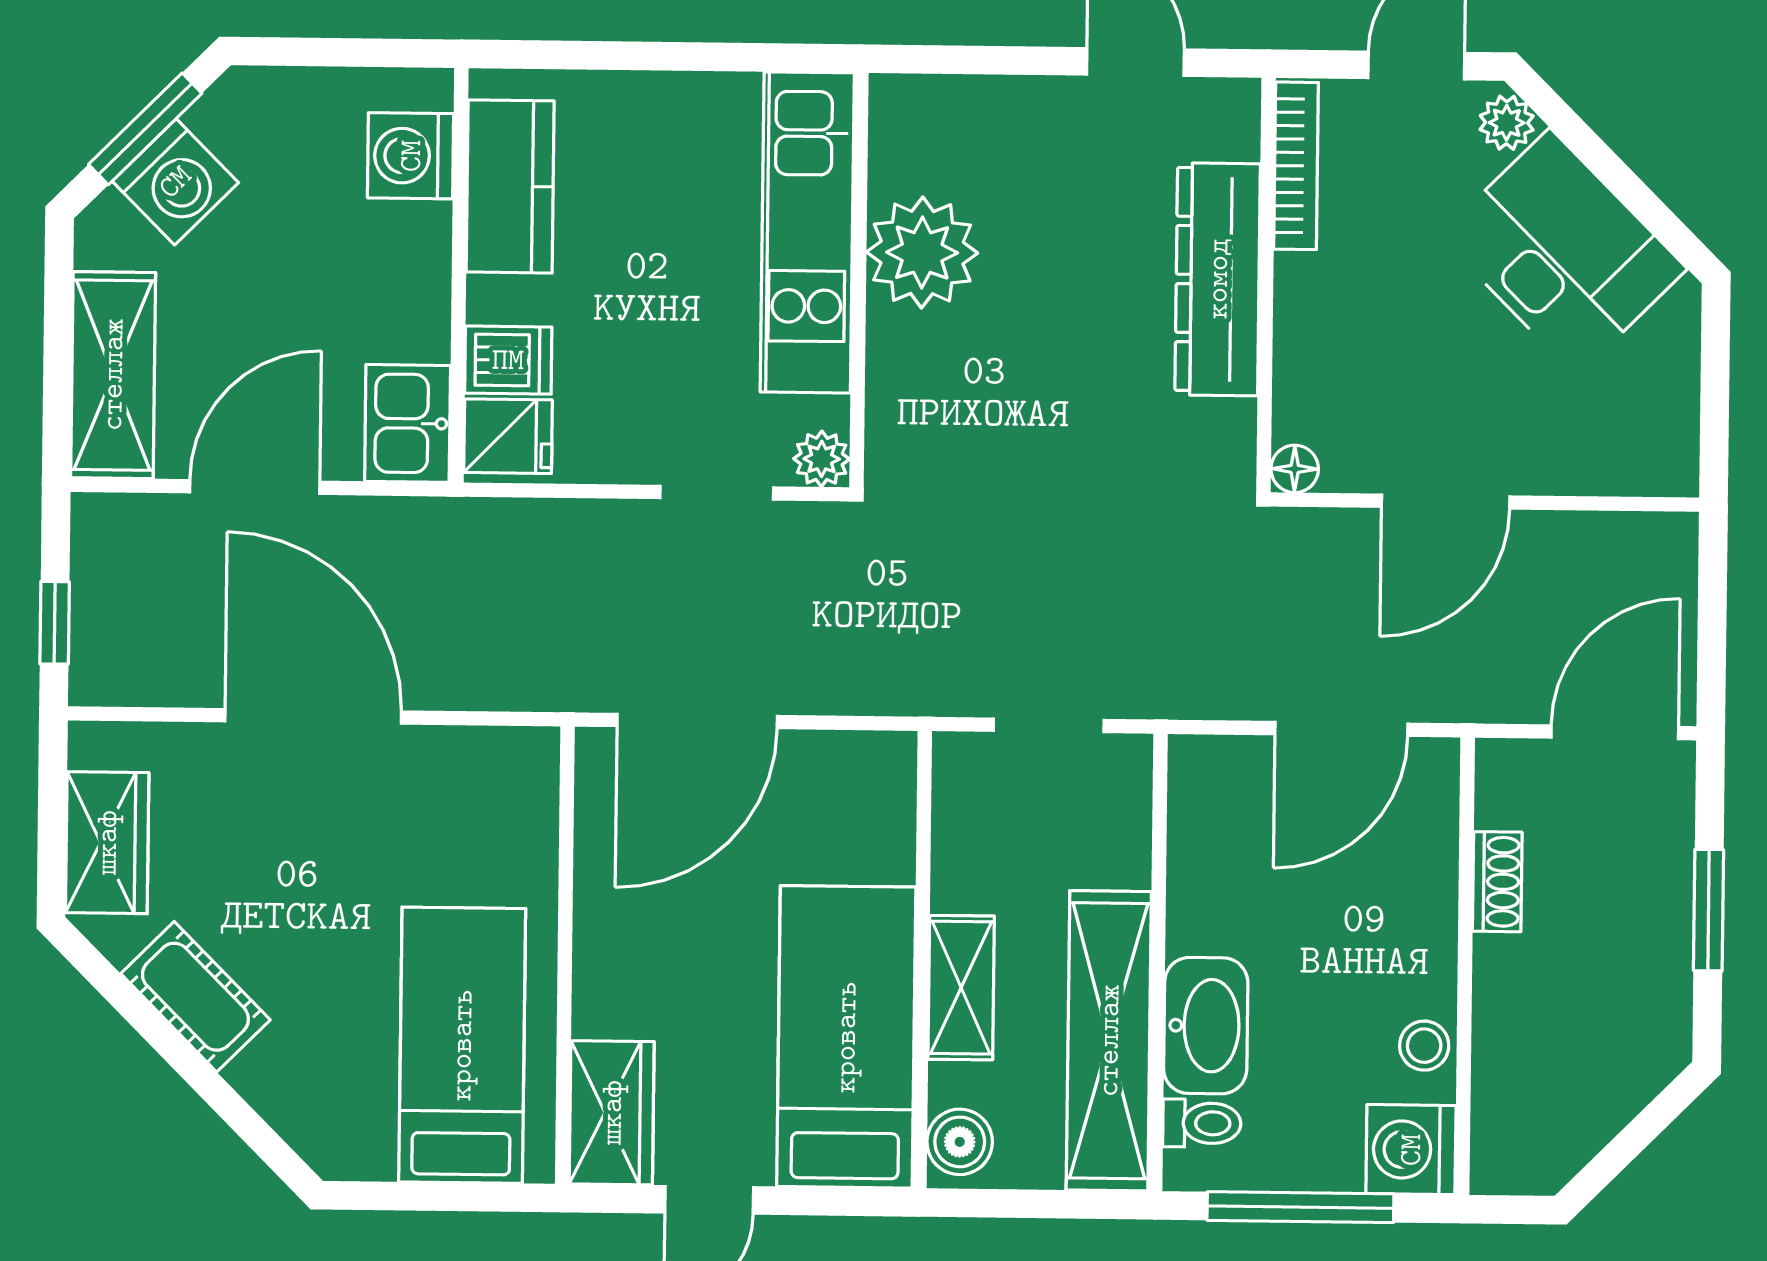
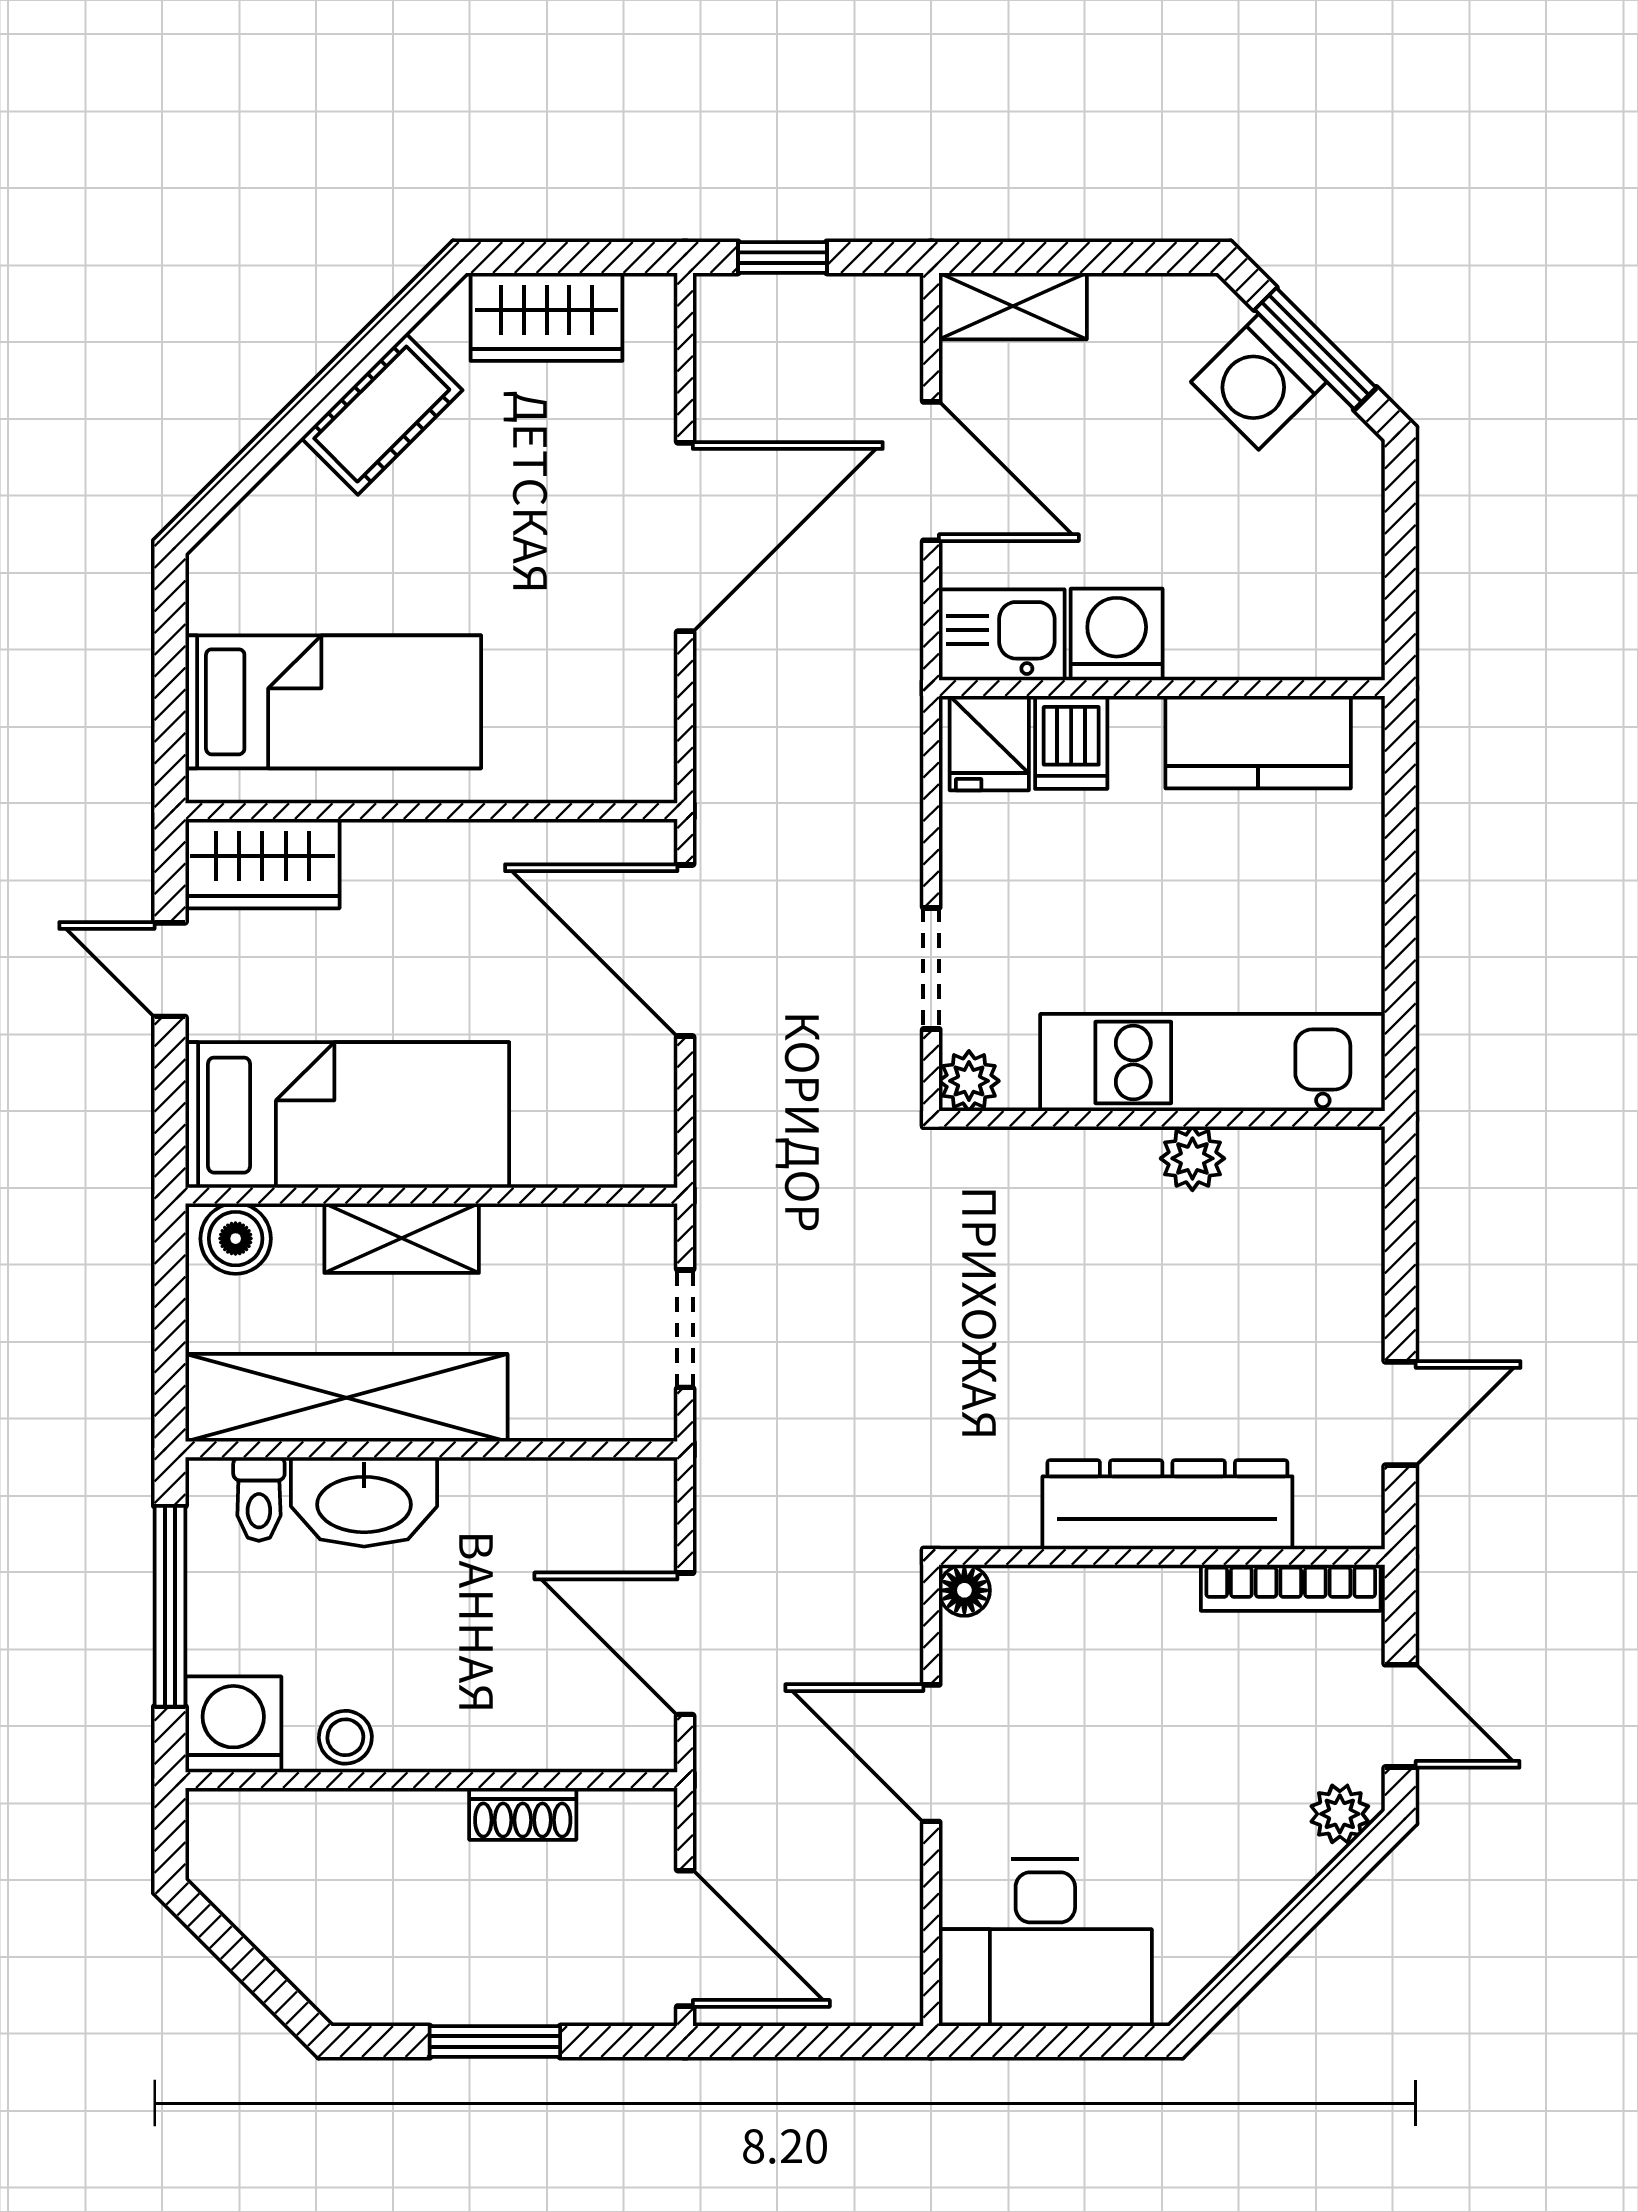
washing machine: (411, 156) -> (1117, 635), moved
plant: (922, 252) -> (1192, 1158), width x0.53, depth x0.53
desk: (1563, 252) -> (1045, 1943), moved, turned 45
shelving: (113, 375) -> (1013, 306), width x0.67, depth x0.75

